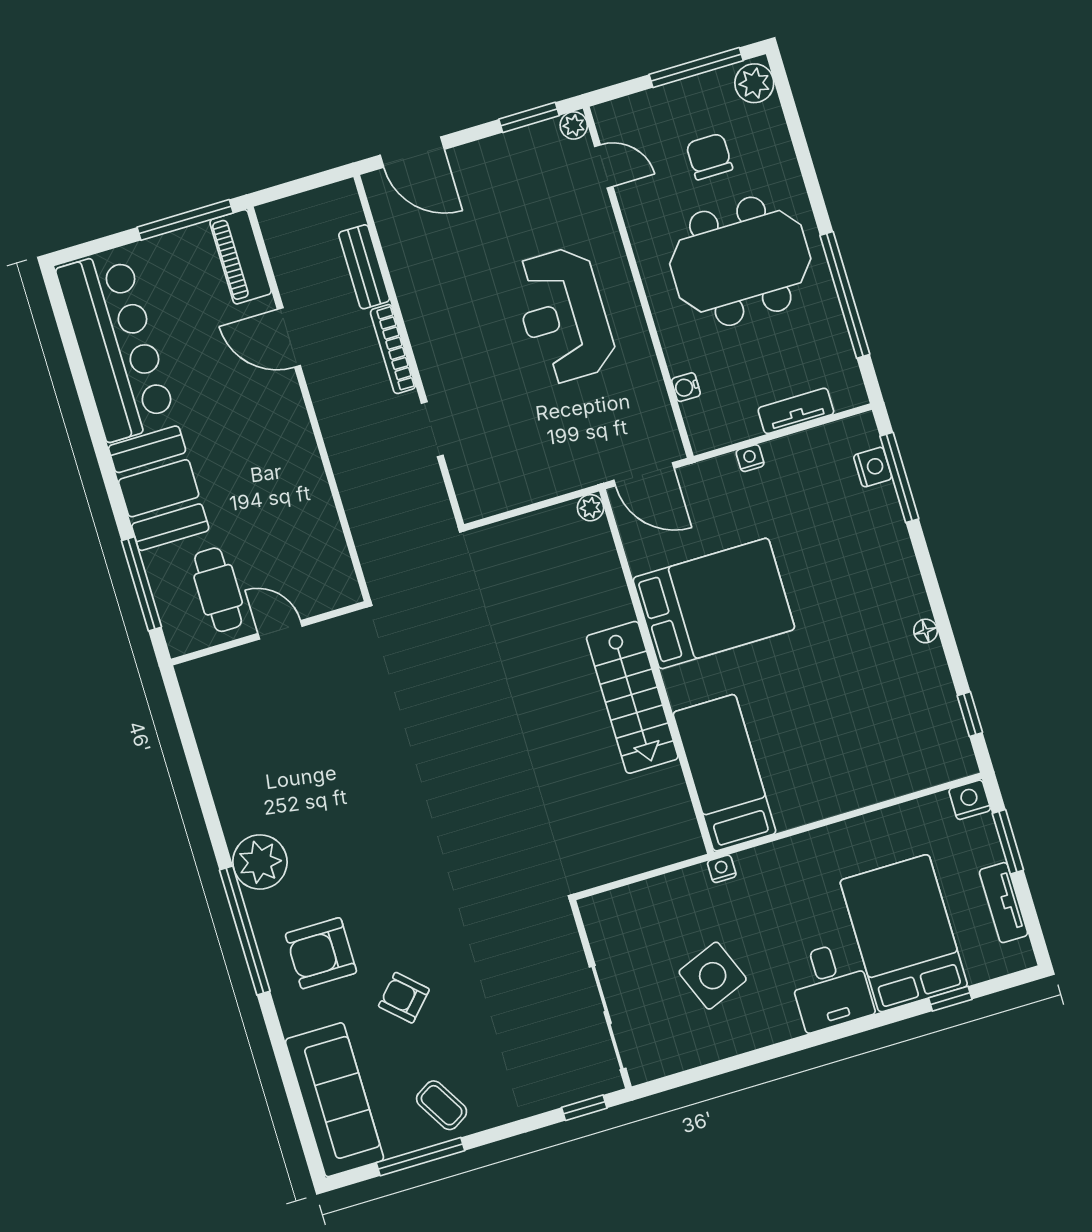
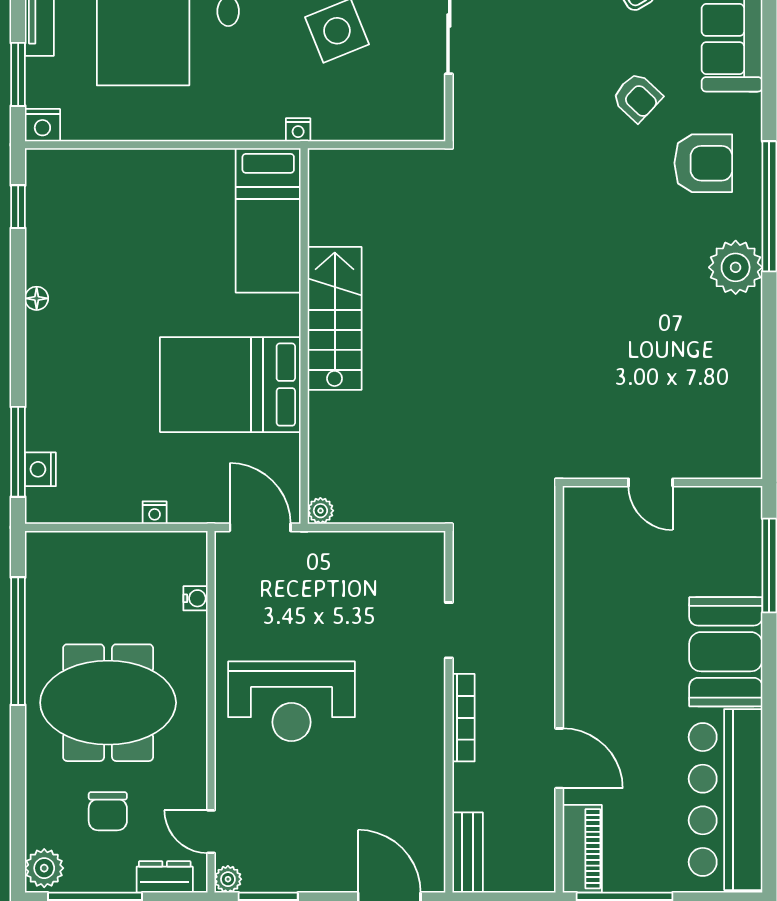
dresser: (635, 109) -> (165, 877), added
bench: (364, 267) -> (468, 852), moved
reception desk: (564, 315) -> (291, 701), turned 90
tv unit: (796, 411) -> (97, 545), removed
cafe table: (218, 590) -> (698, 538), removed

